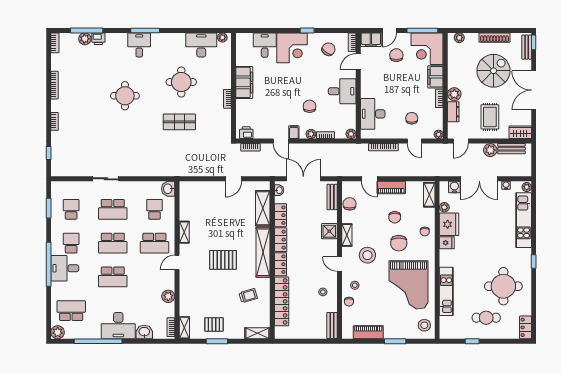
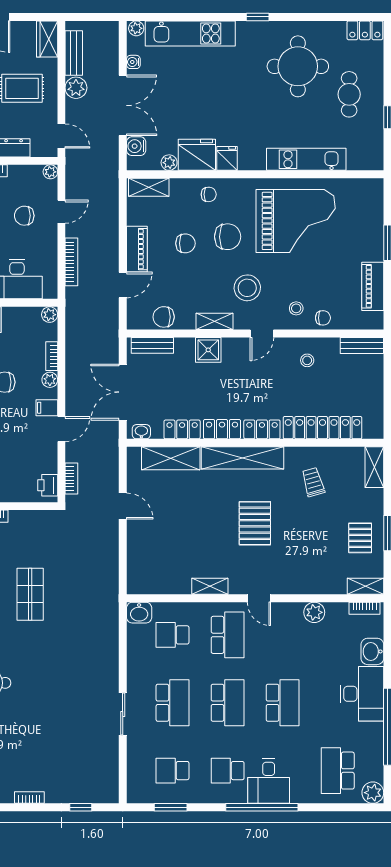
stool: (424, 325) -> (361, 195), removed

